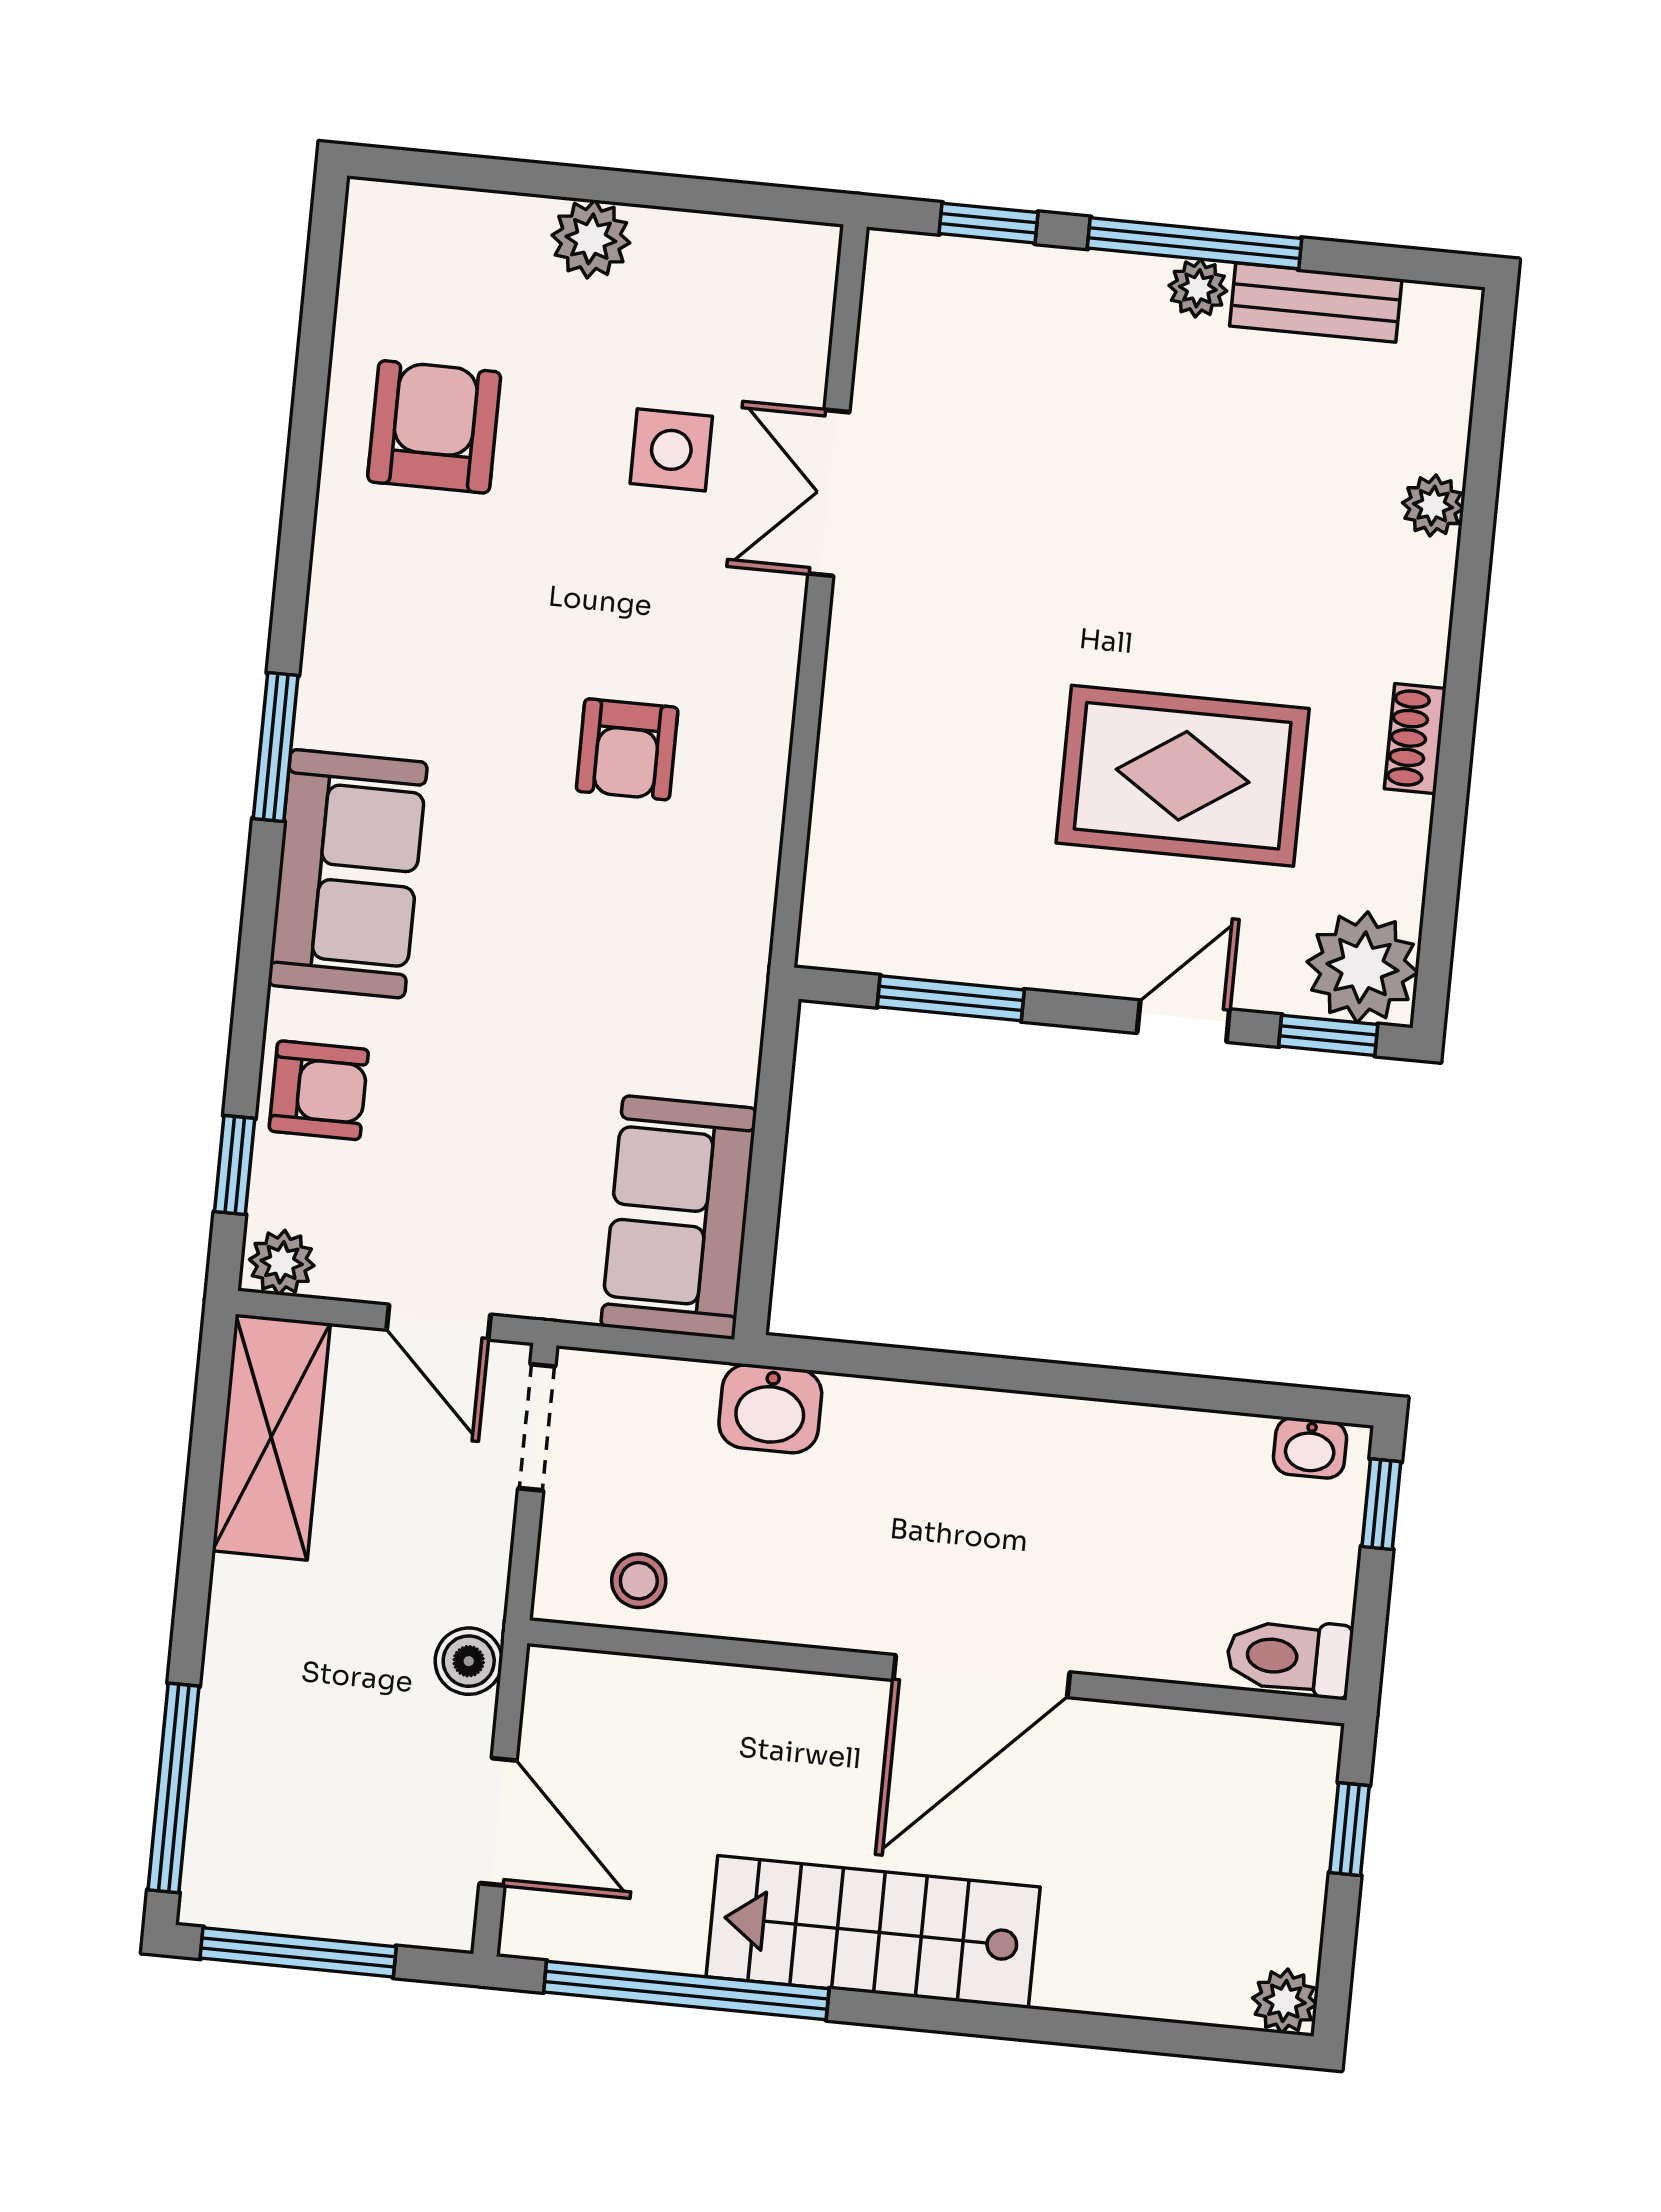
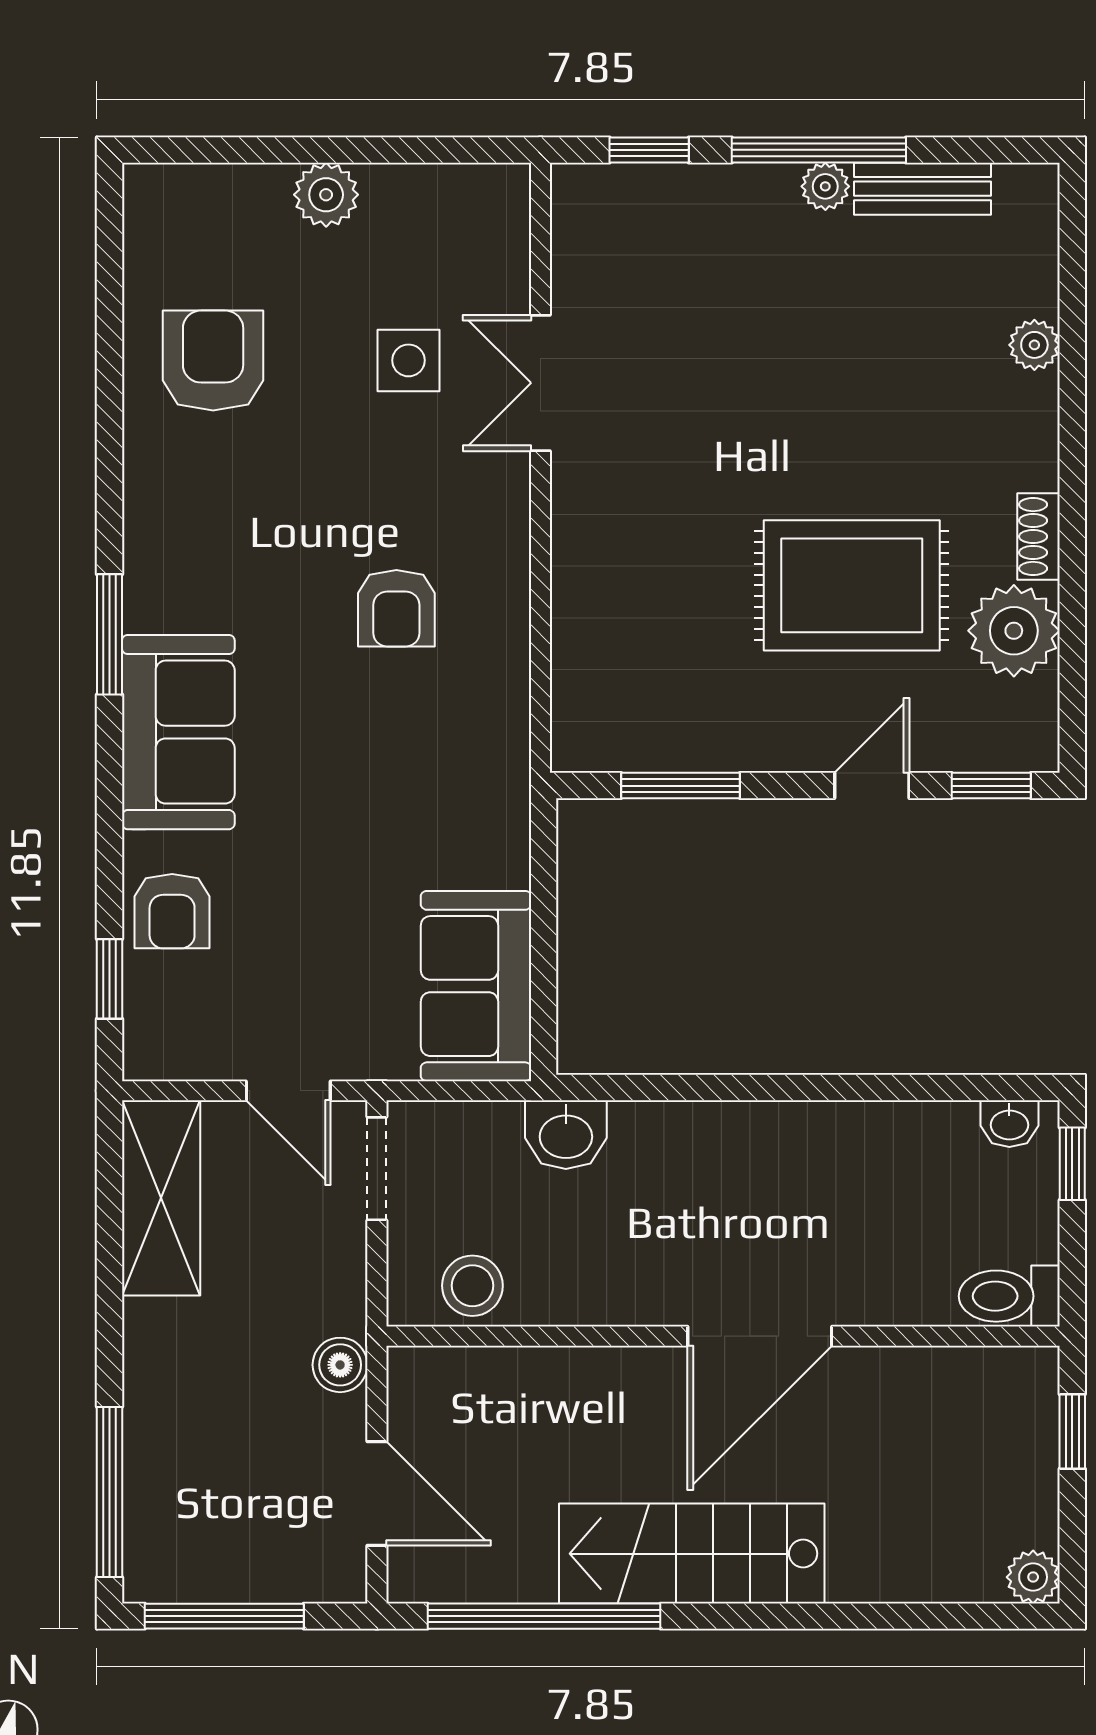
plant: (1363, 967) -> (1014, 631), moved
armchair: (319, 1090) -> (172, 911), turned 90
plant: (282, 1262) -> (156, 1055), removed
stool: (639, 1581) -> (472, 1286), width x1.37, depth x1.37

